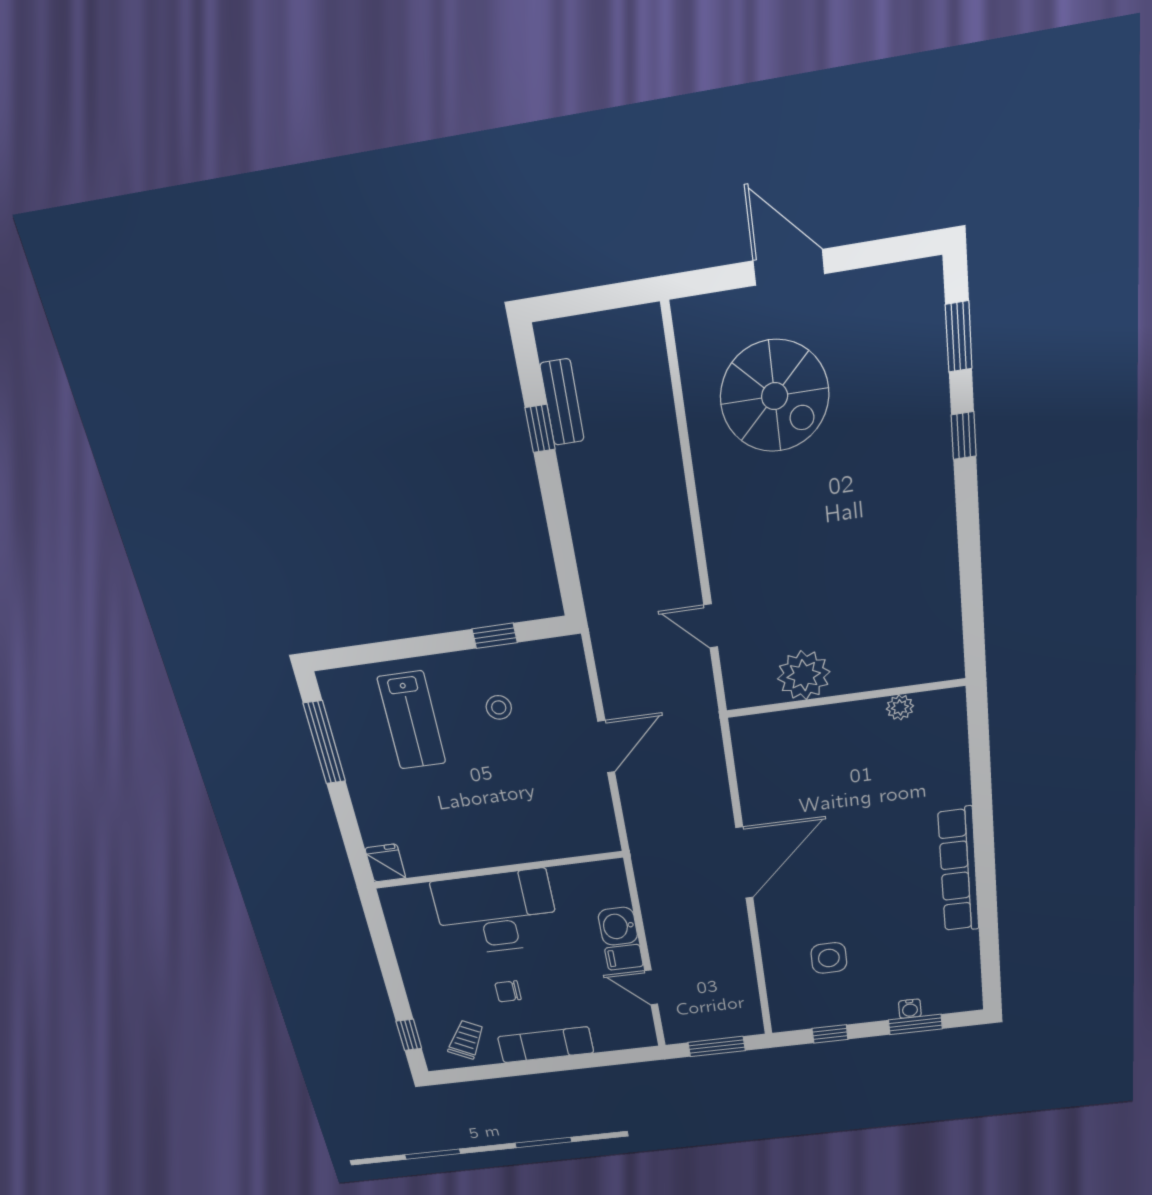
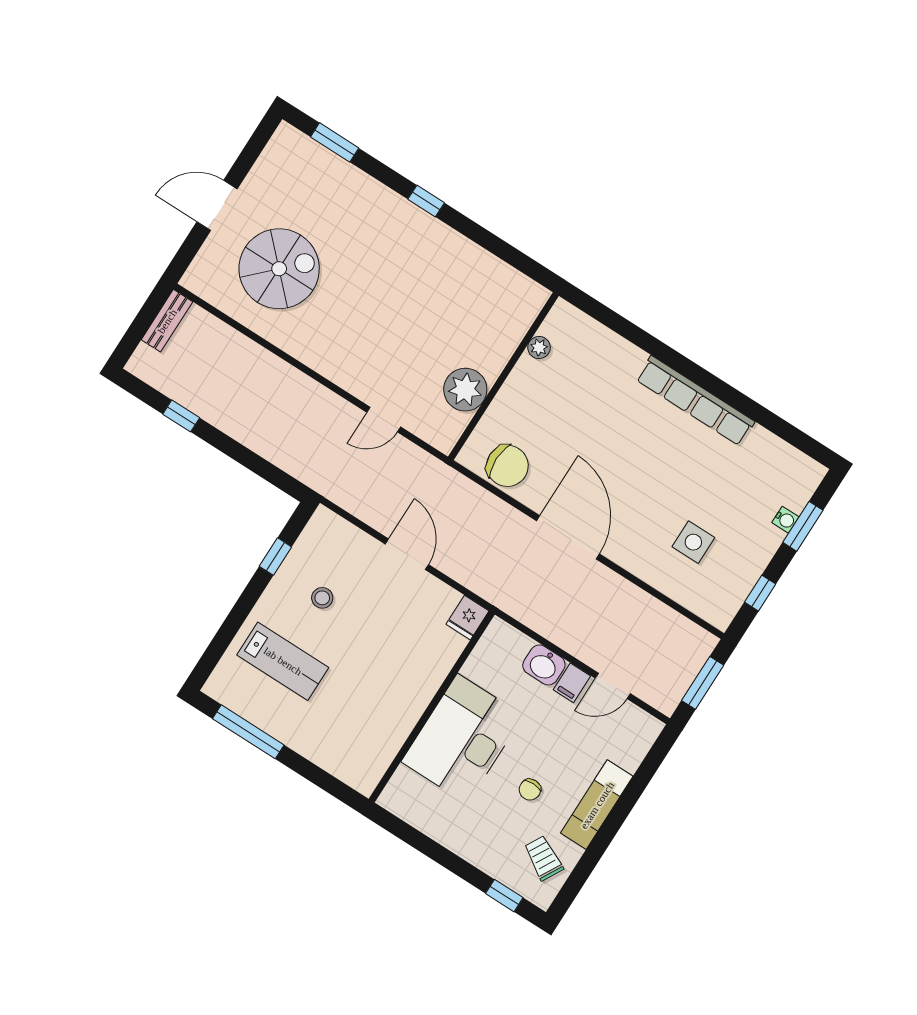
bench: (562, 402) -> (167, 321), moved, turned 90
window: (964, 436) -> (426, 201), moved
chair: (764, 766) -> (507, 466), added
fridge: (385, 863) -> (467, 618), moved, turned -90

